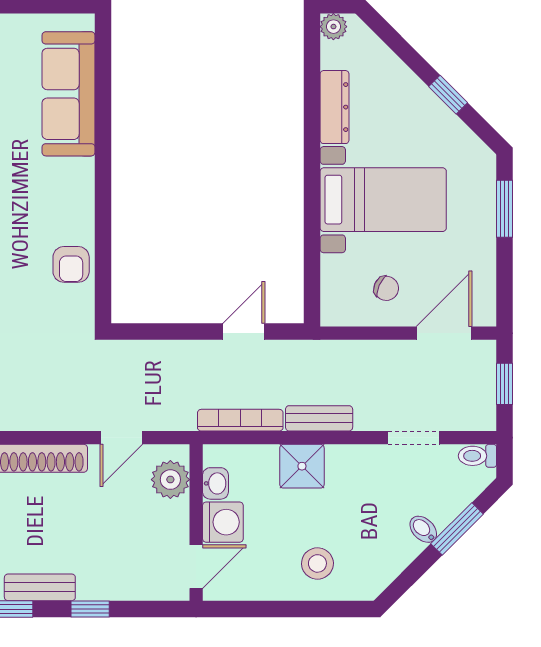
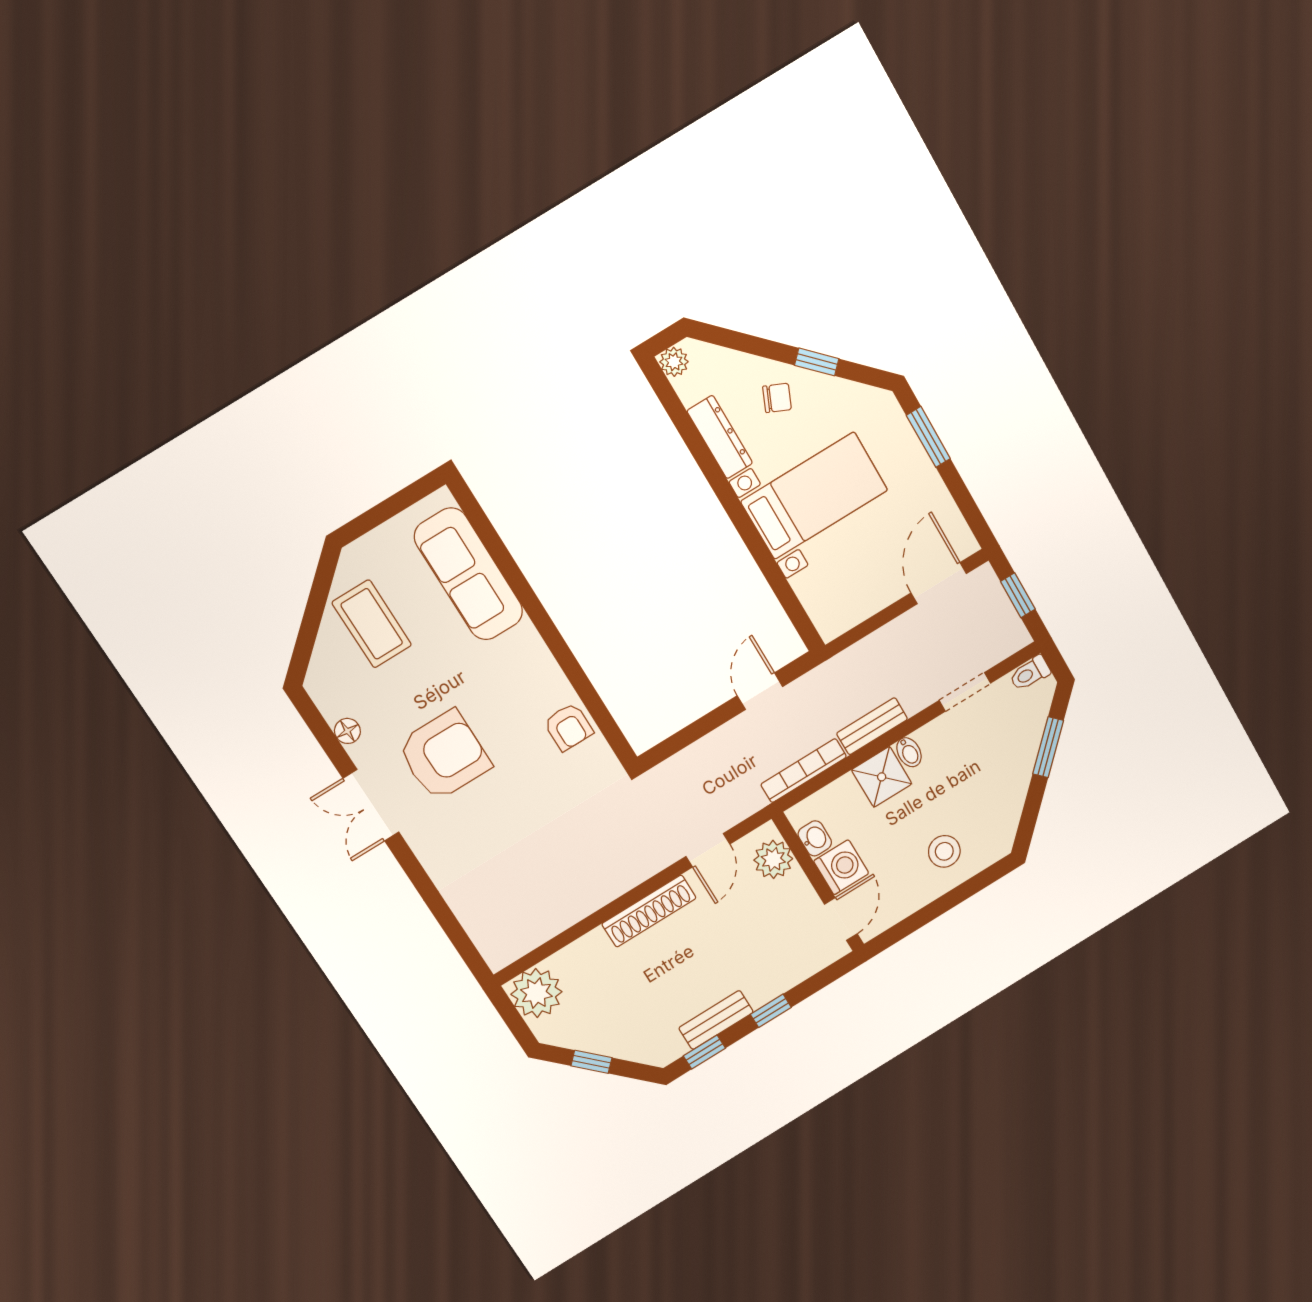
chair: (386, 288) -> (777, 398), moved
bidet: (423, 529) -> (909, 752), moved, turned -135

